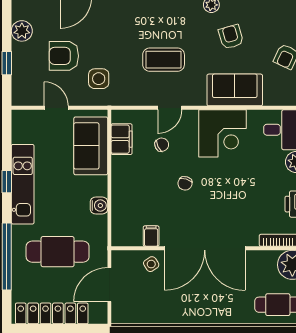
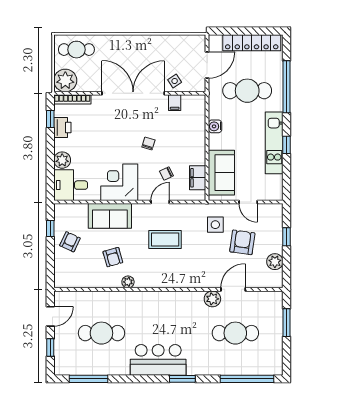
armchair: (64, 56) -> (242, 242), turned -82

